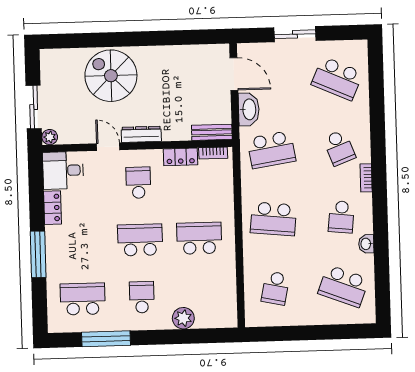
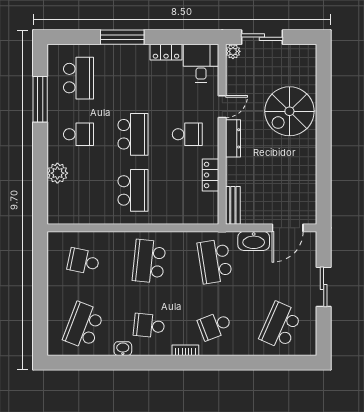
spiral stairs: (111, 76) -> (289, 111), turned 180
bookcase: (213, 153) -> (213, 206), removed

